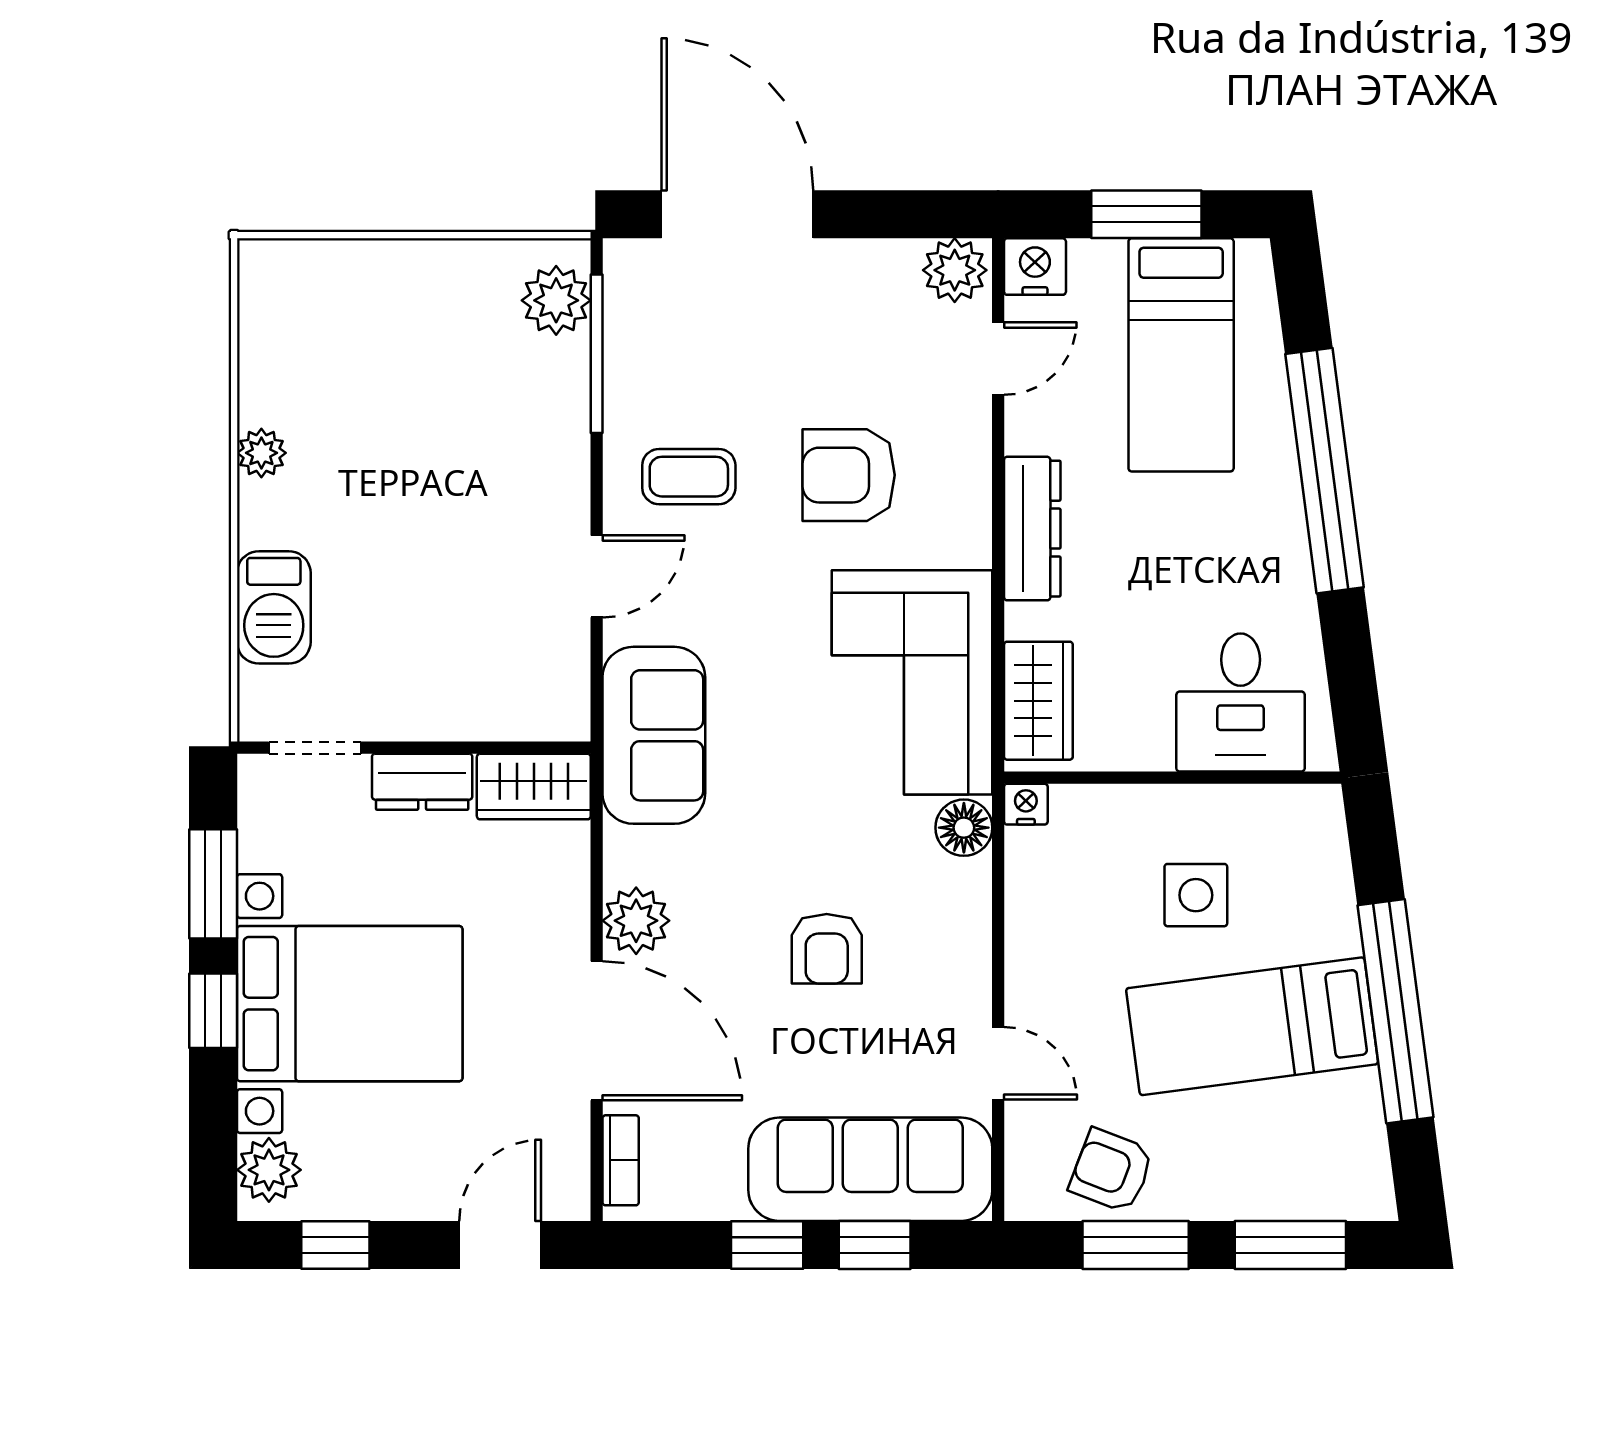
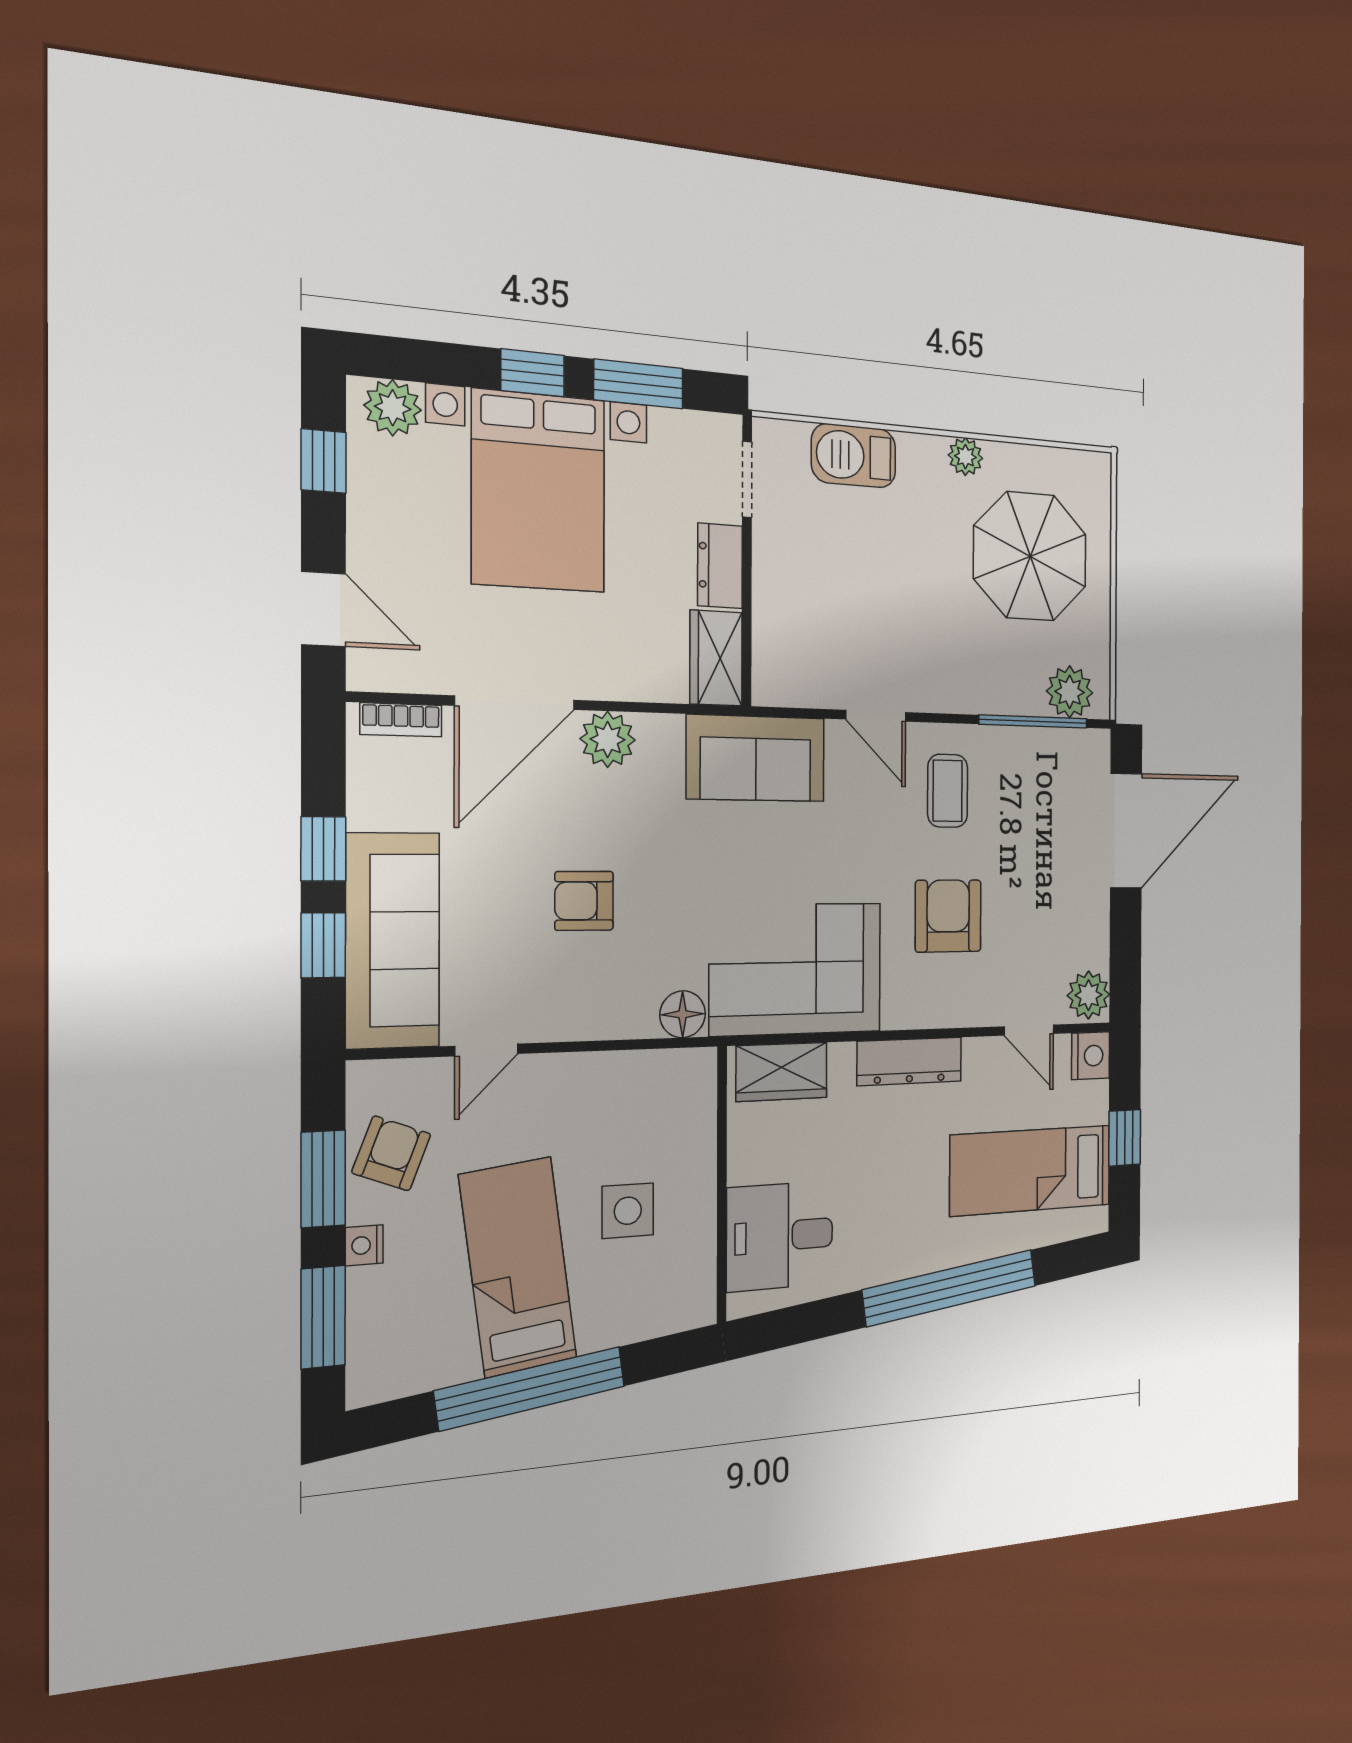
window: (1146, 214) -> (1125, 1138), width x0.67
parasol: (382, 359) -> (1030, 556), added
nightstand: (1026, 804) -> (364, 1245), moved, turned 180

